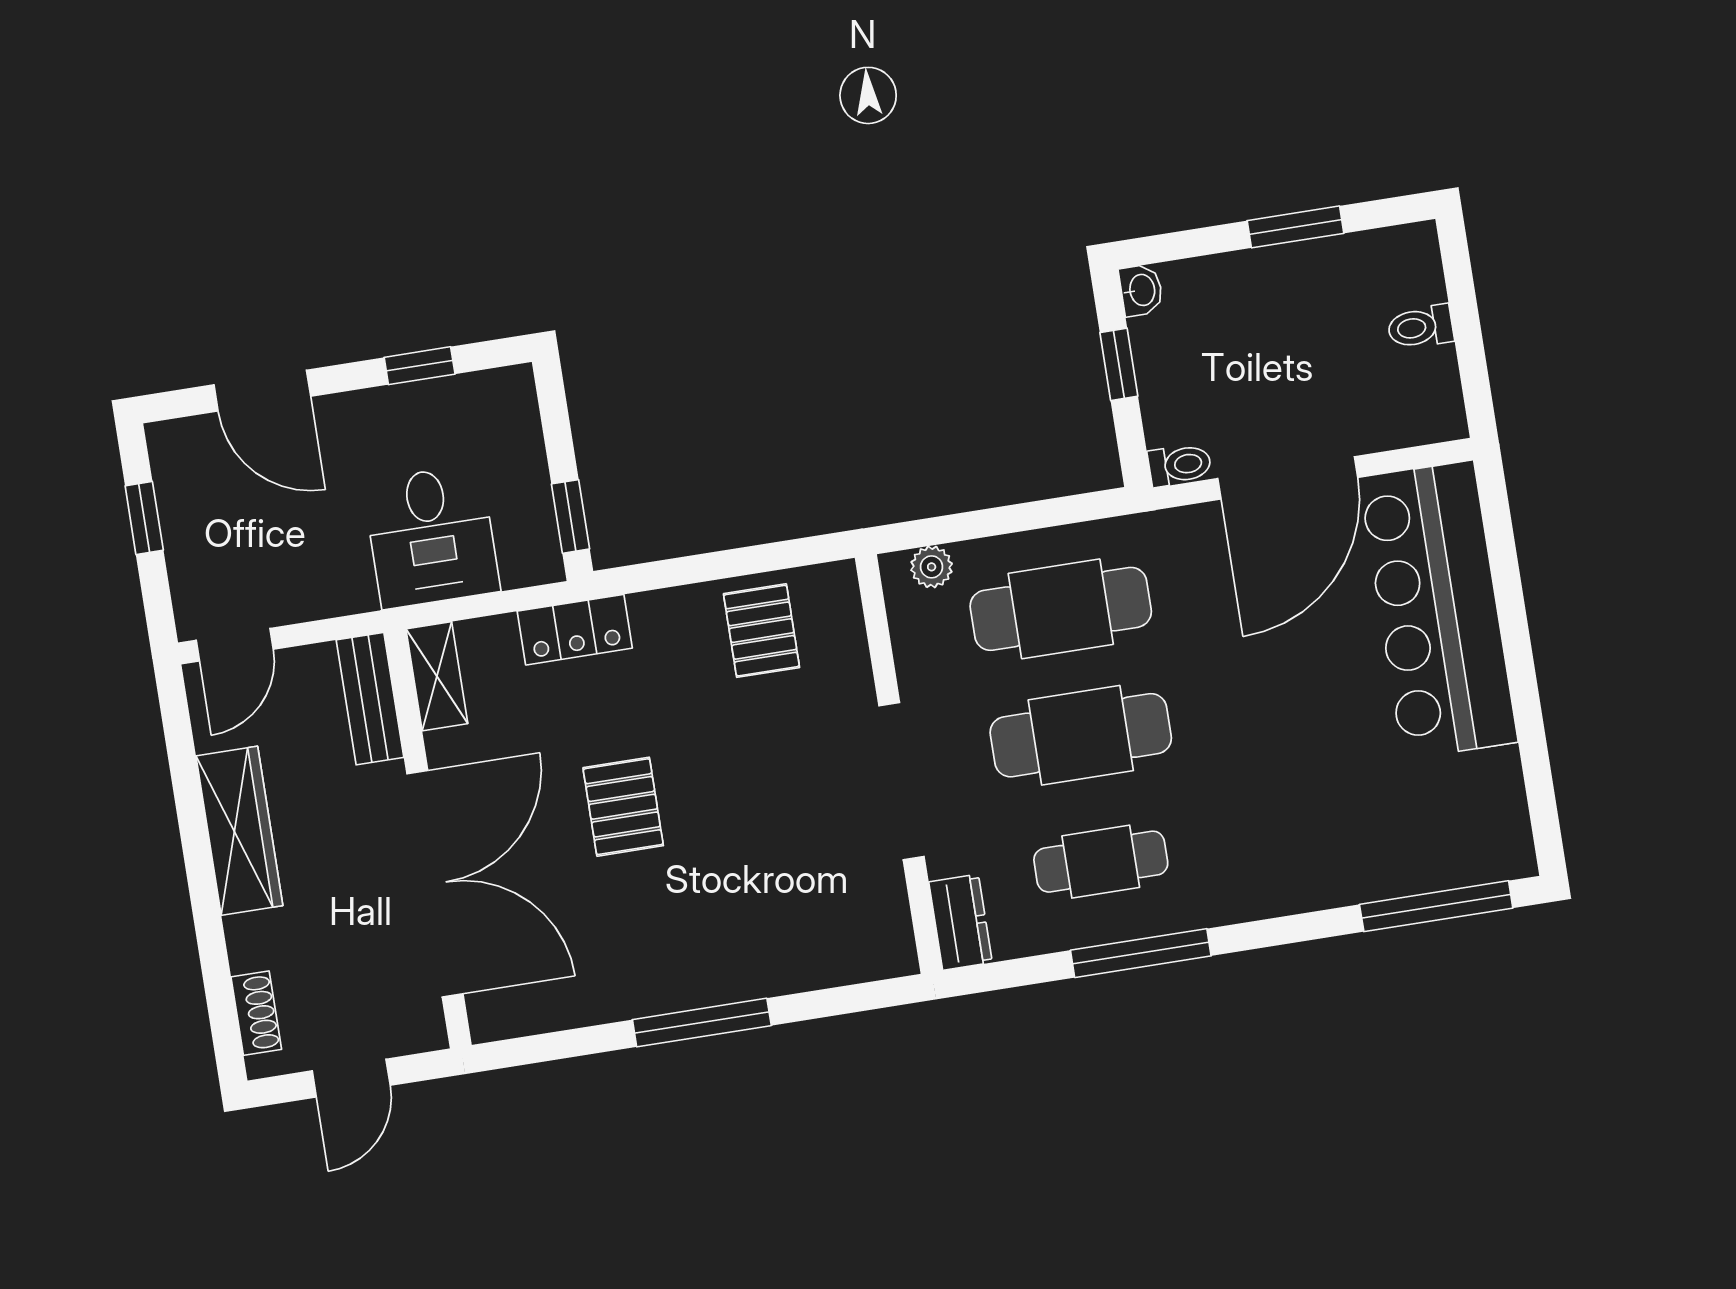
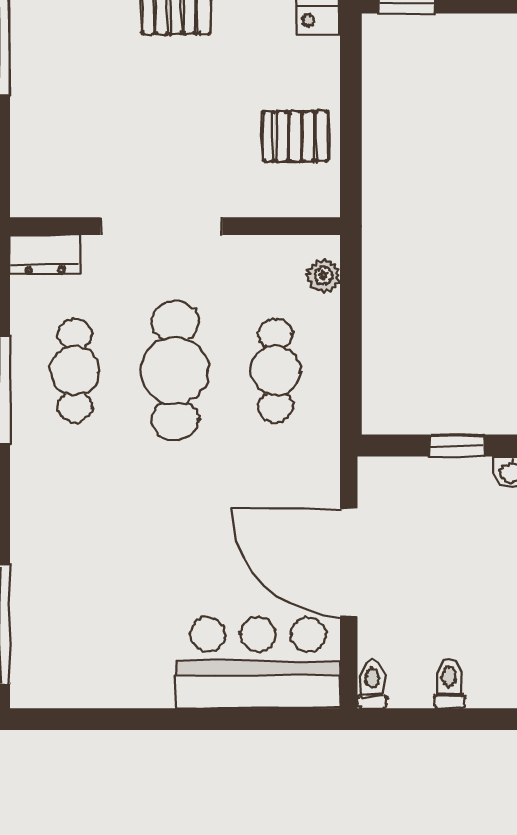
toilet: (1180, 465) -> (372, 684), moved, turned 180
cafe table: (1061, 609) -> (275, 371), width x0.73, depth x0.74
bar counter: (1438, 610) -> (258, 663), width x0.73

